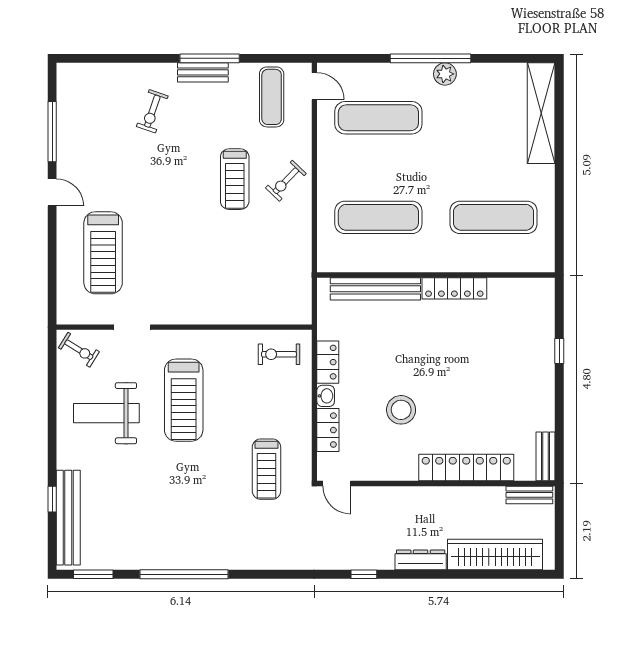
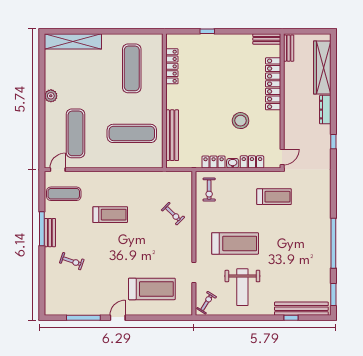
window: (431, 58) -> (42, 104), removed
exercise bike: (286, 181) -> (173, 214), moved
exercise mat: (378, 217) -> (132, 133), turned 90
locker: (454, 288) -> (172, 66), moved

